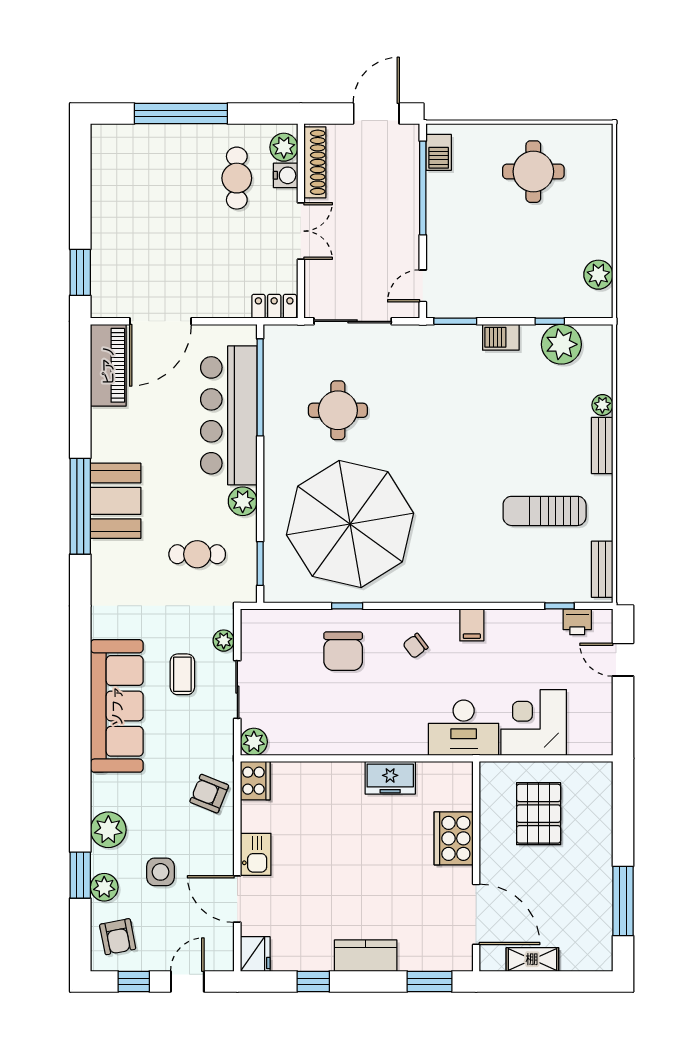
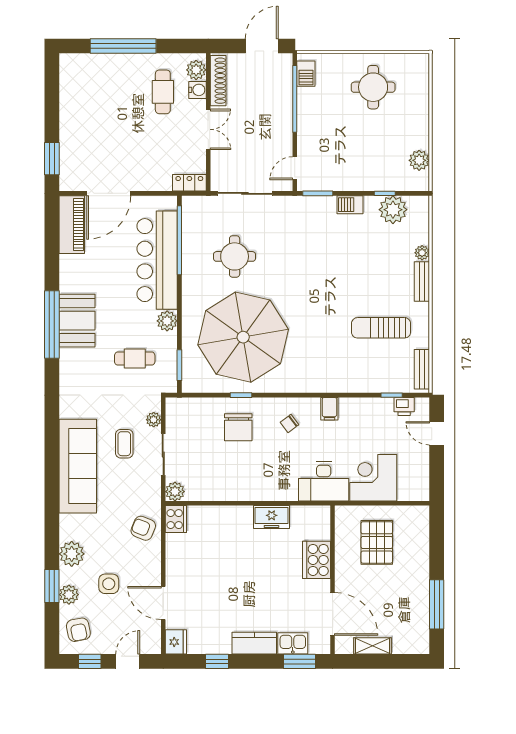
kitchen sink: (256, 854) -> (293, 643), moved, turned -90

